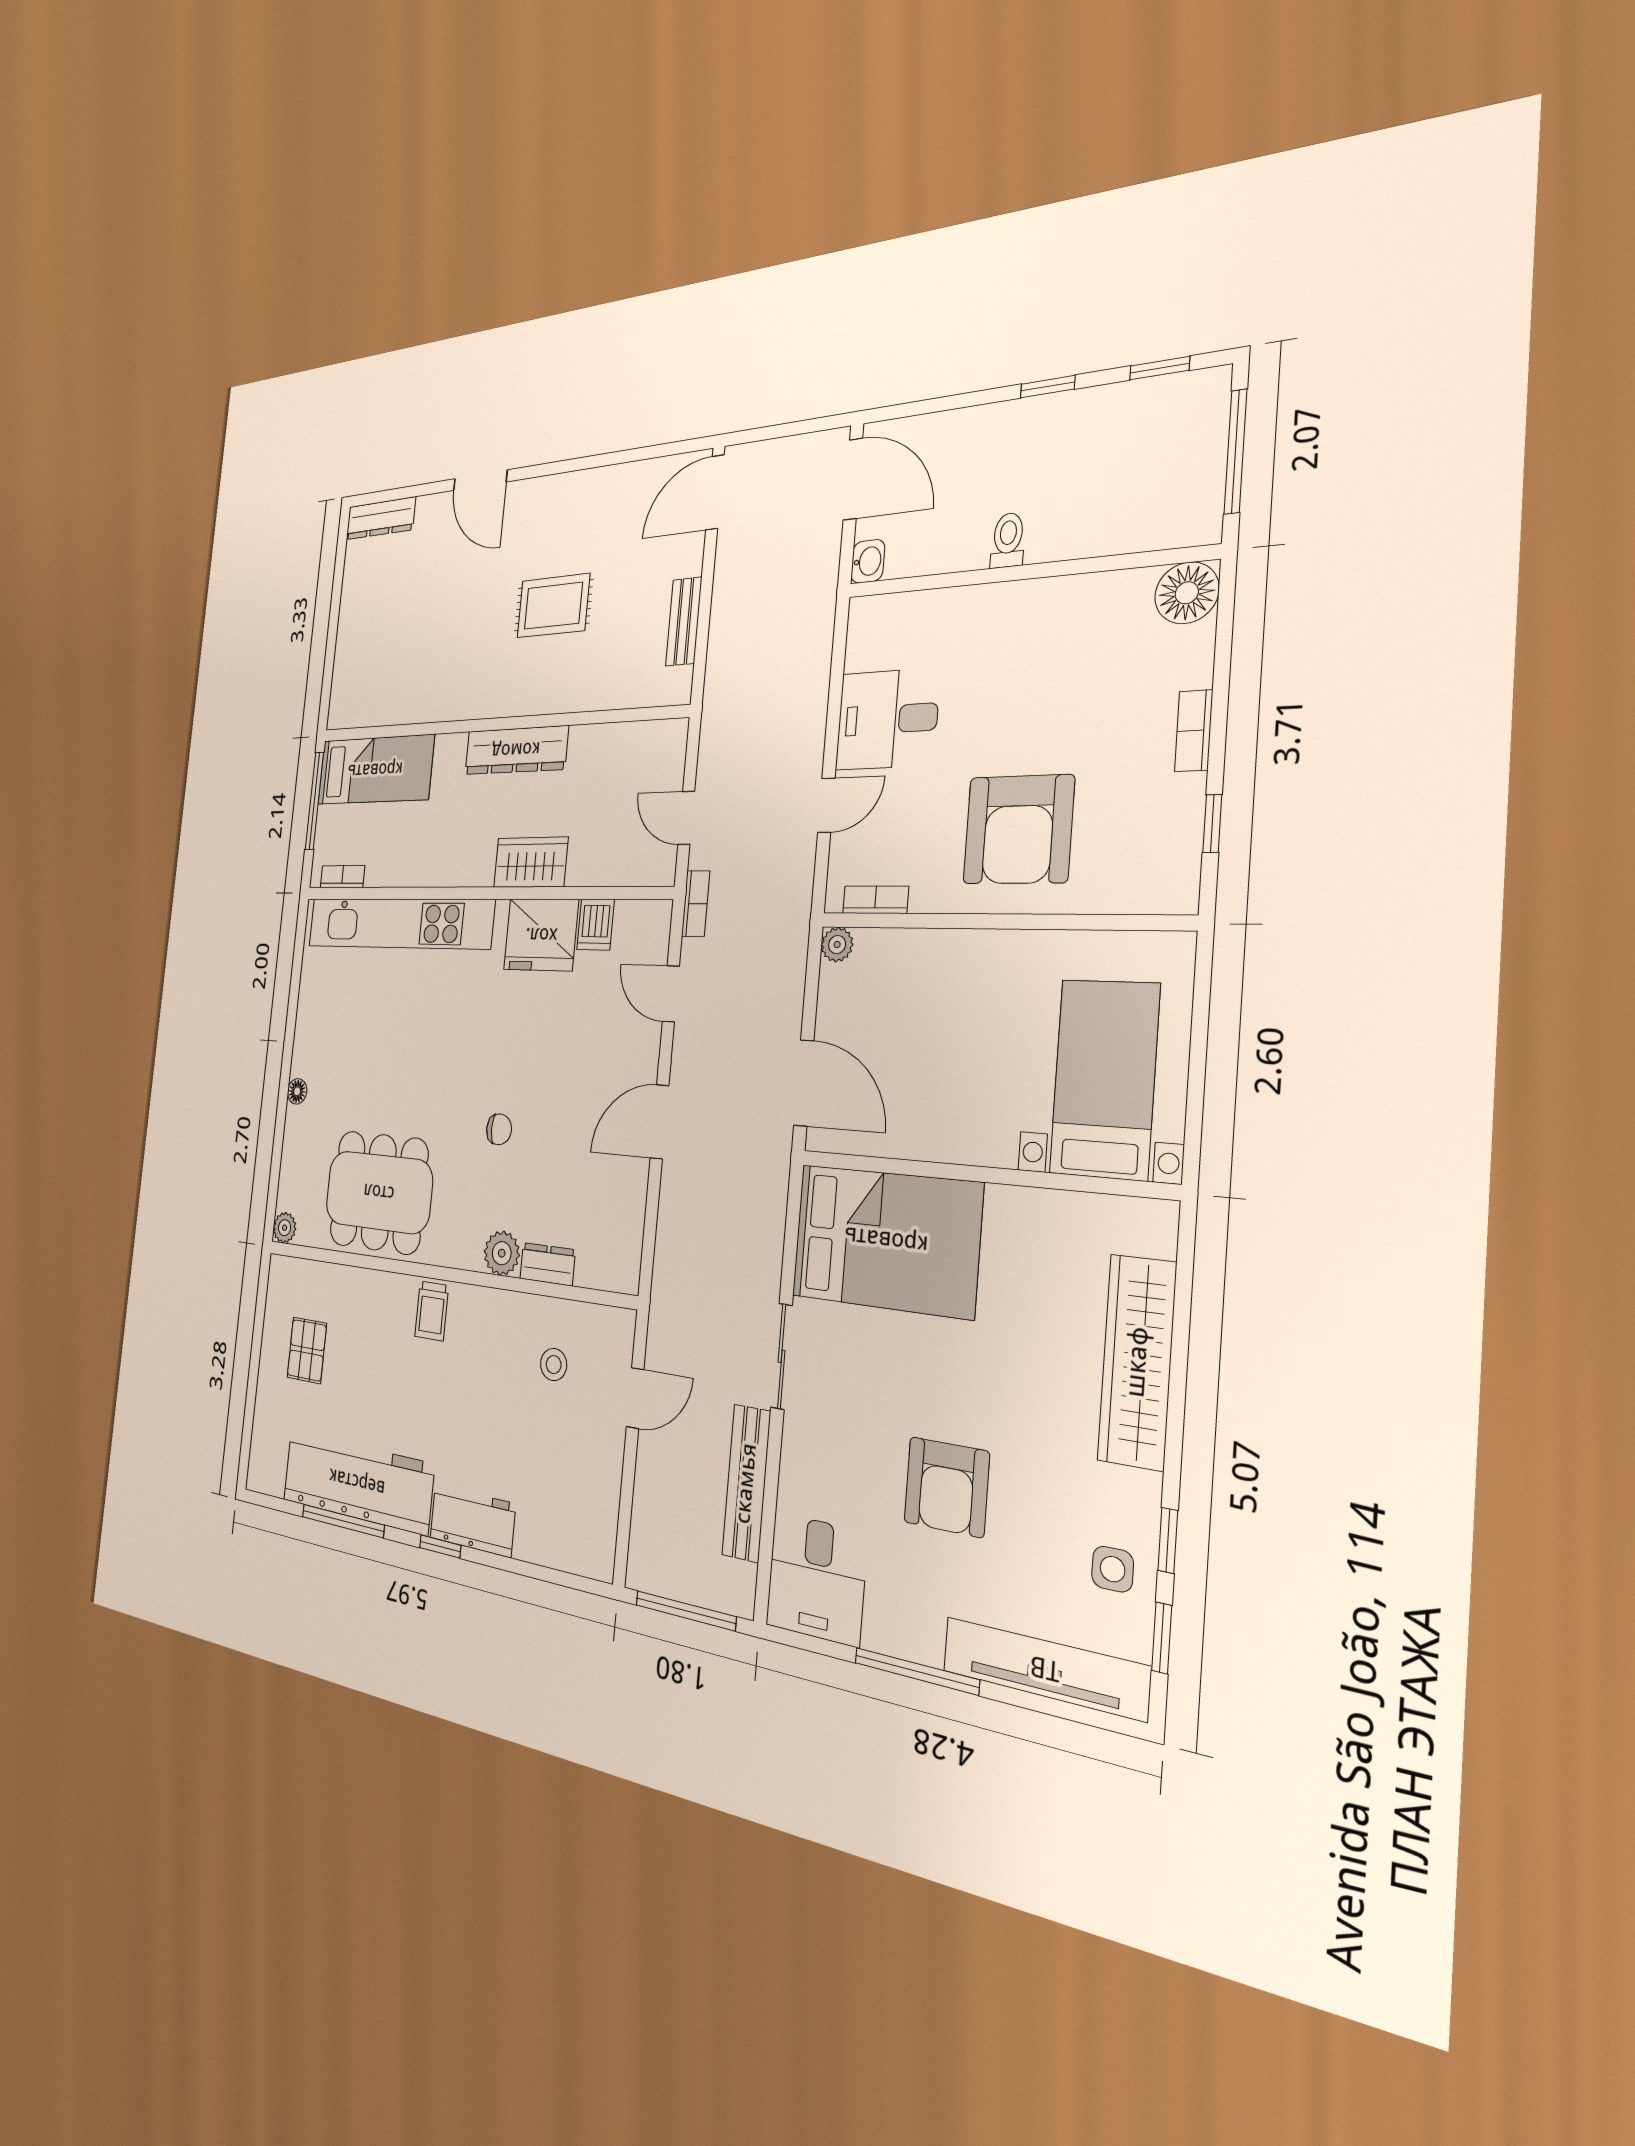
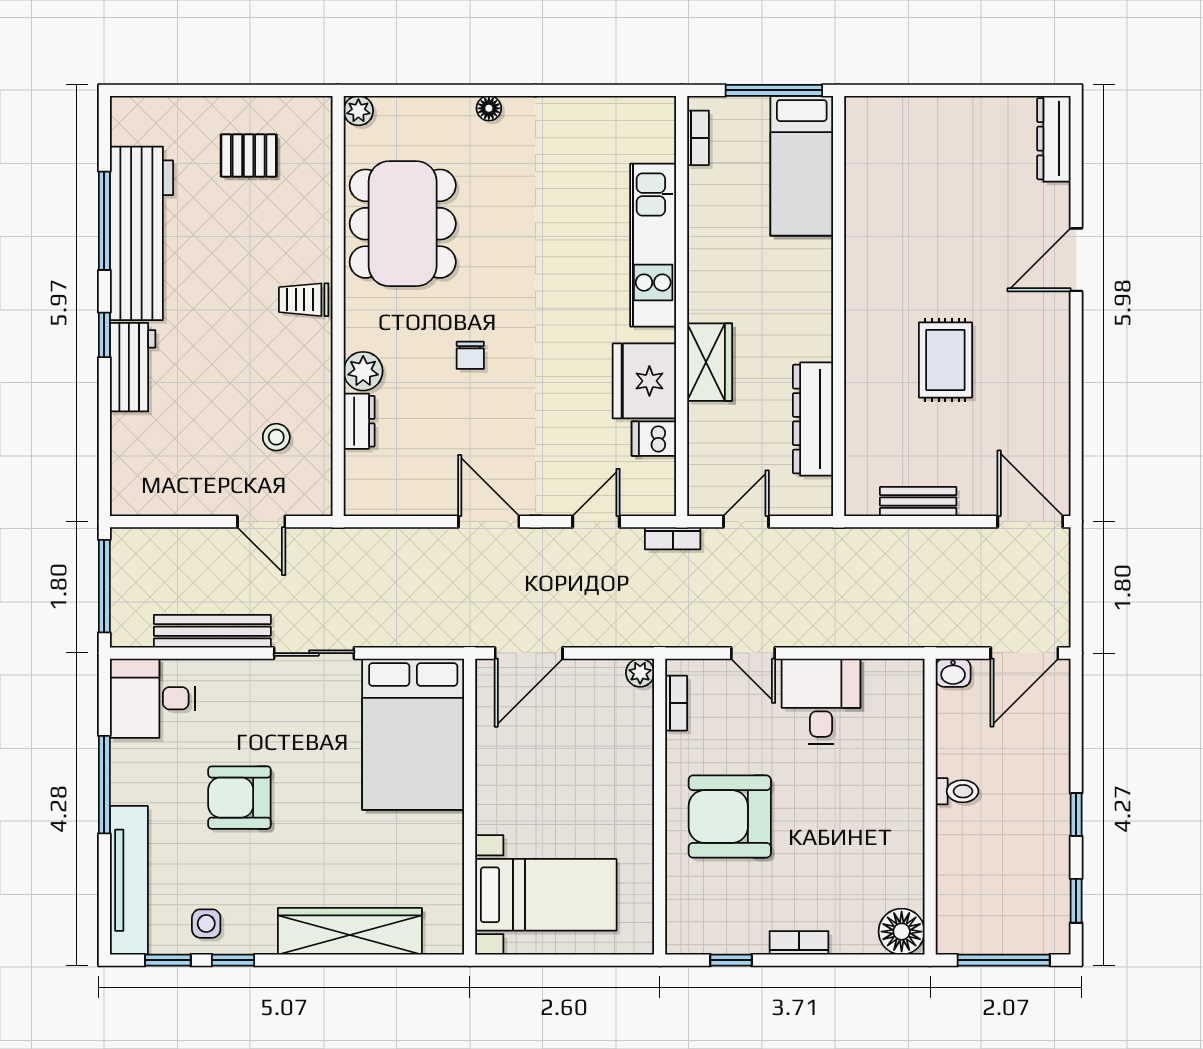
dresser: (516, 750) -> (813, 419), moved
kitchen unit: (399, 923) -> (653, 245), width x0.73

